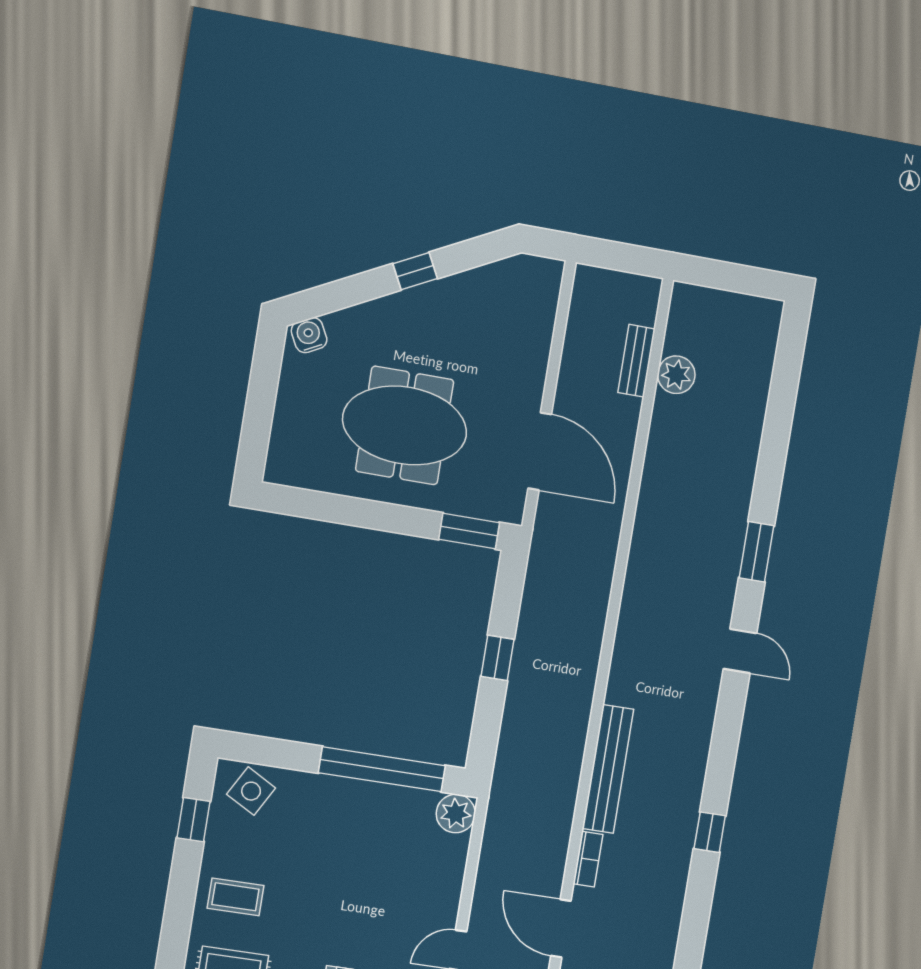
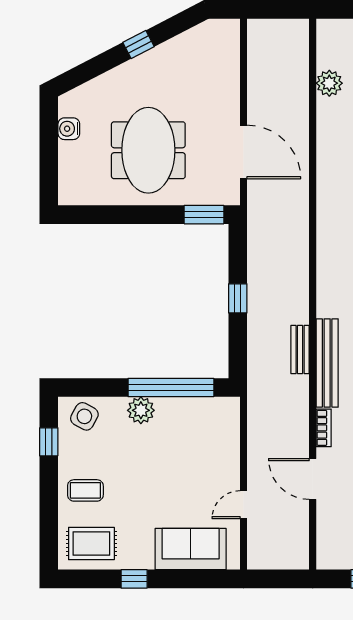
water cooler: (309, 335) -> (69, 129), moved, turned -63
bench: (636, 361) -> (300, 350), moved
meeting table: (405, 425) -> (148, 150), turned 90
plant: (456, 813) -> (141, 410), moved

